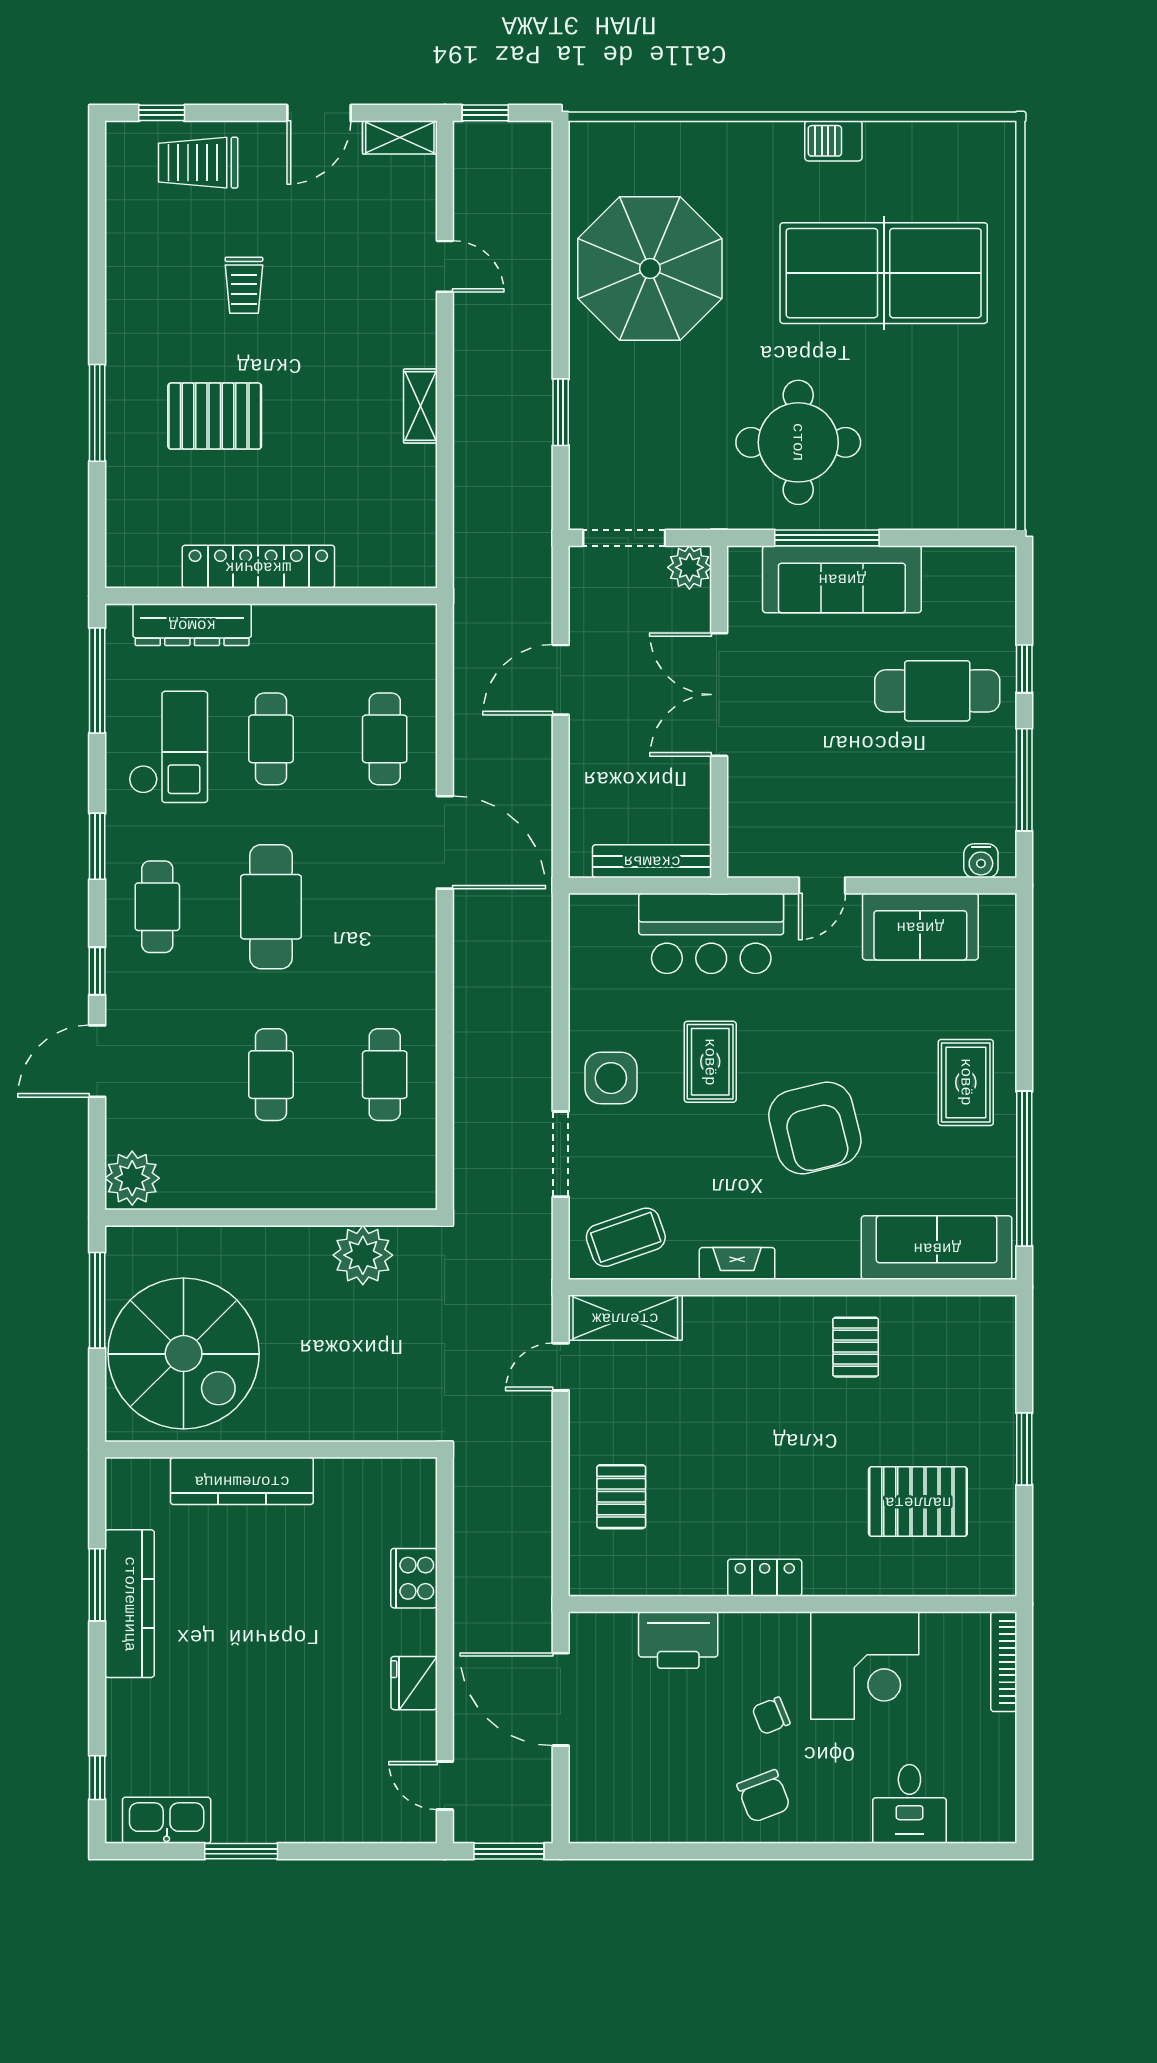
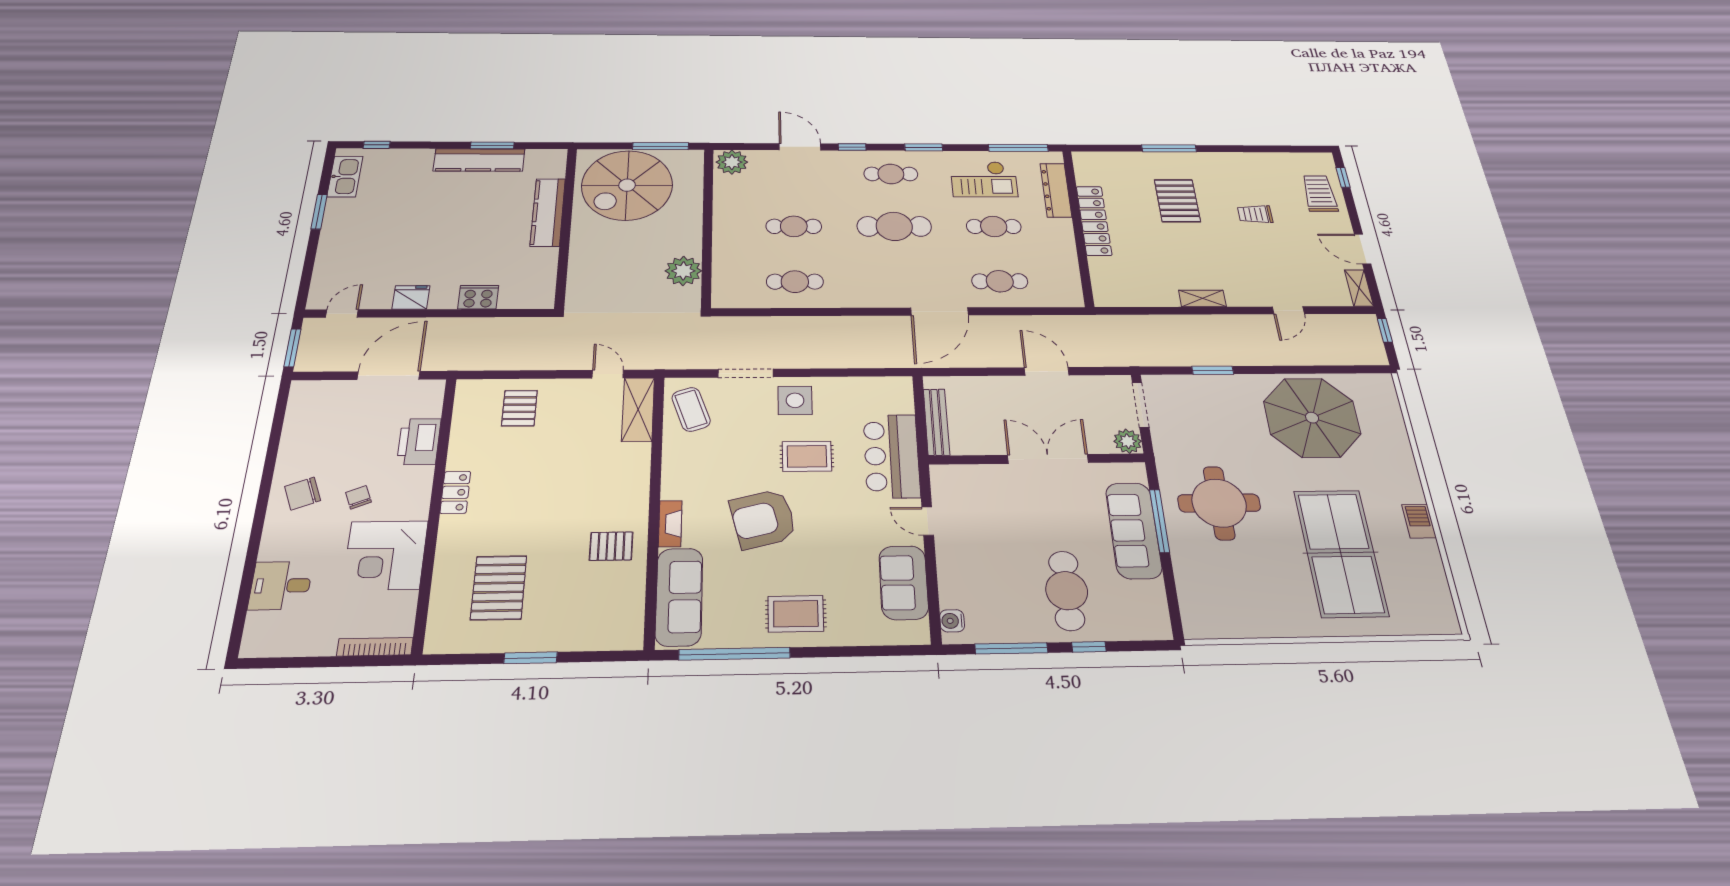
fireplace: (737, 1263) -> (670, 524), moved
pallet: (621, 1497) -> (519, 408), turned 90

